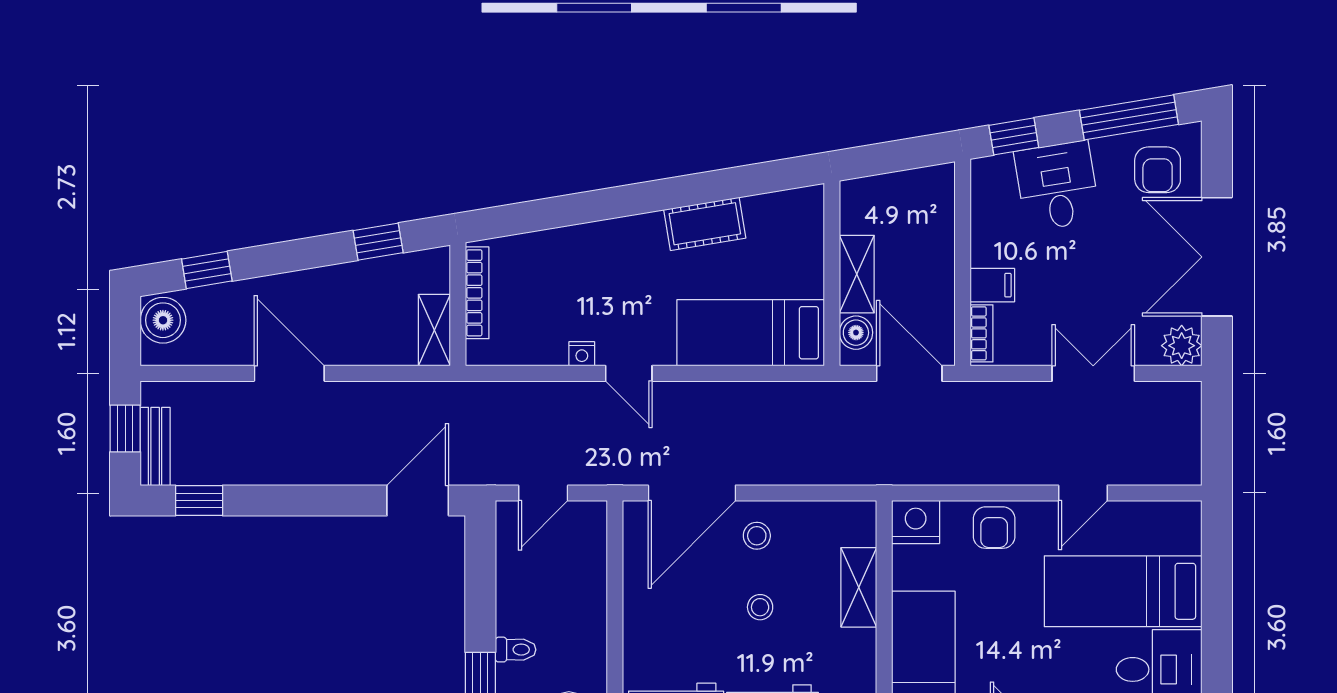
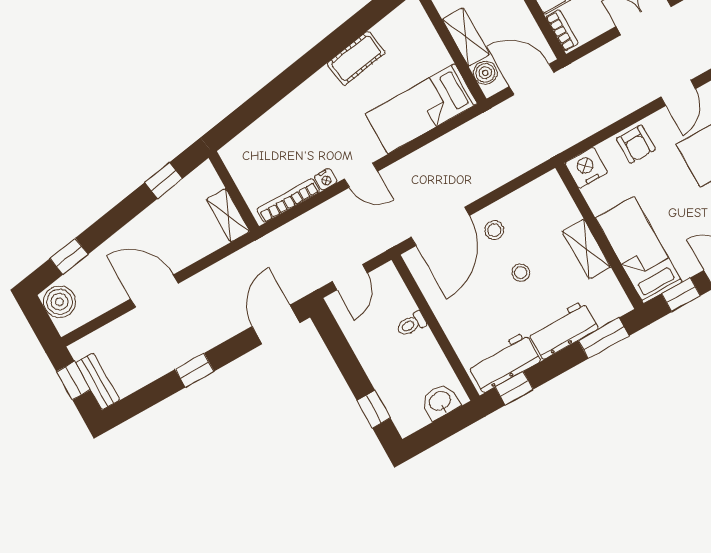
bookcase: (477, 293) -> (288, 201), moved, turned -90
window: (199, 500) -> (195, 370), moved
shelving: (859, 587) -> (586, 249), moved
toilet: (516, 650) -> (411, 324), moved, turned 180

